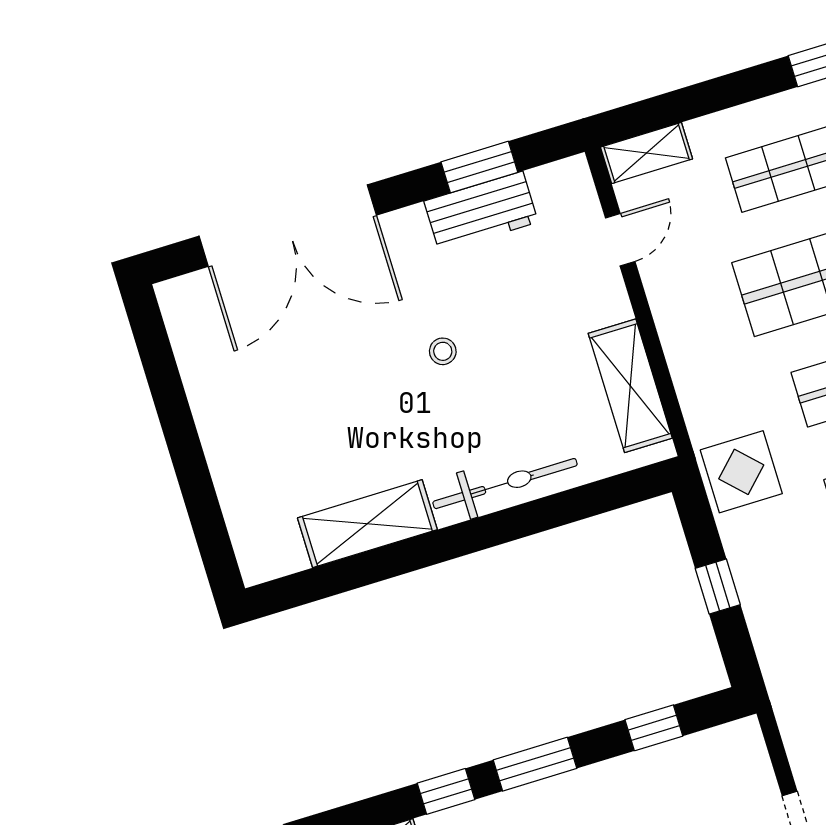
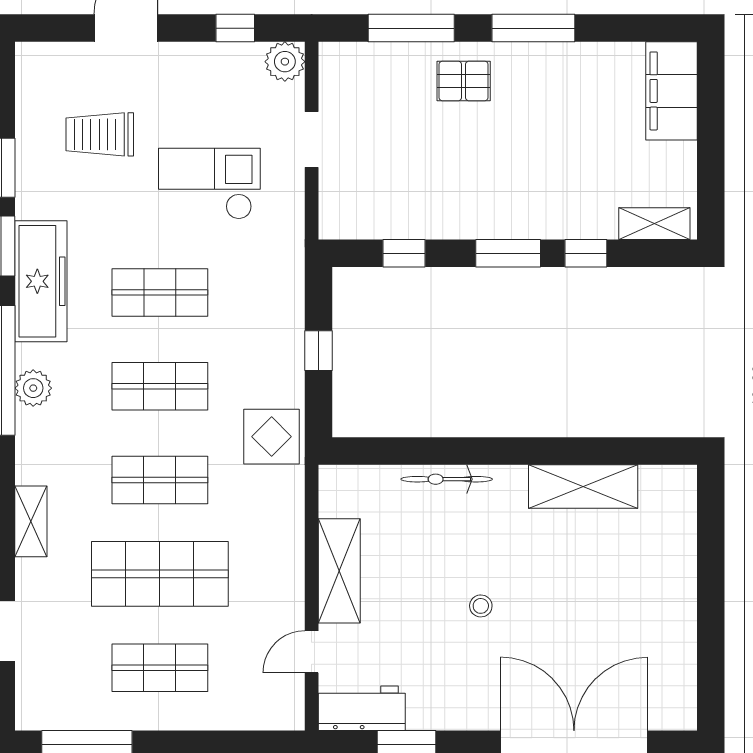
shelving: (647, 153) -> (269, 715), removed
workbench: (481, 212) -> (362, 708), moved
shelving: (630, 386) -> (339, 571), moved
bicycle: (505, 484) -> (447, 479), width x0.73, depth x0.71

